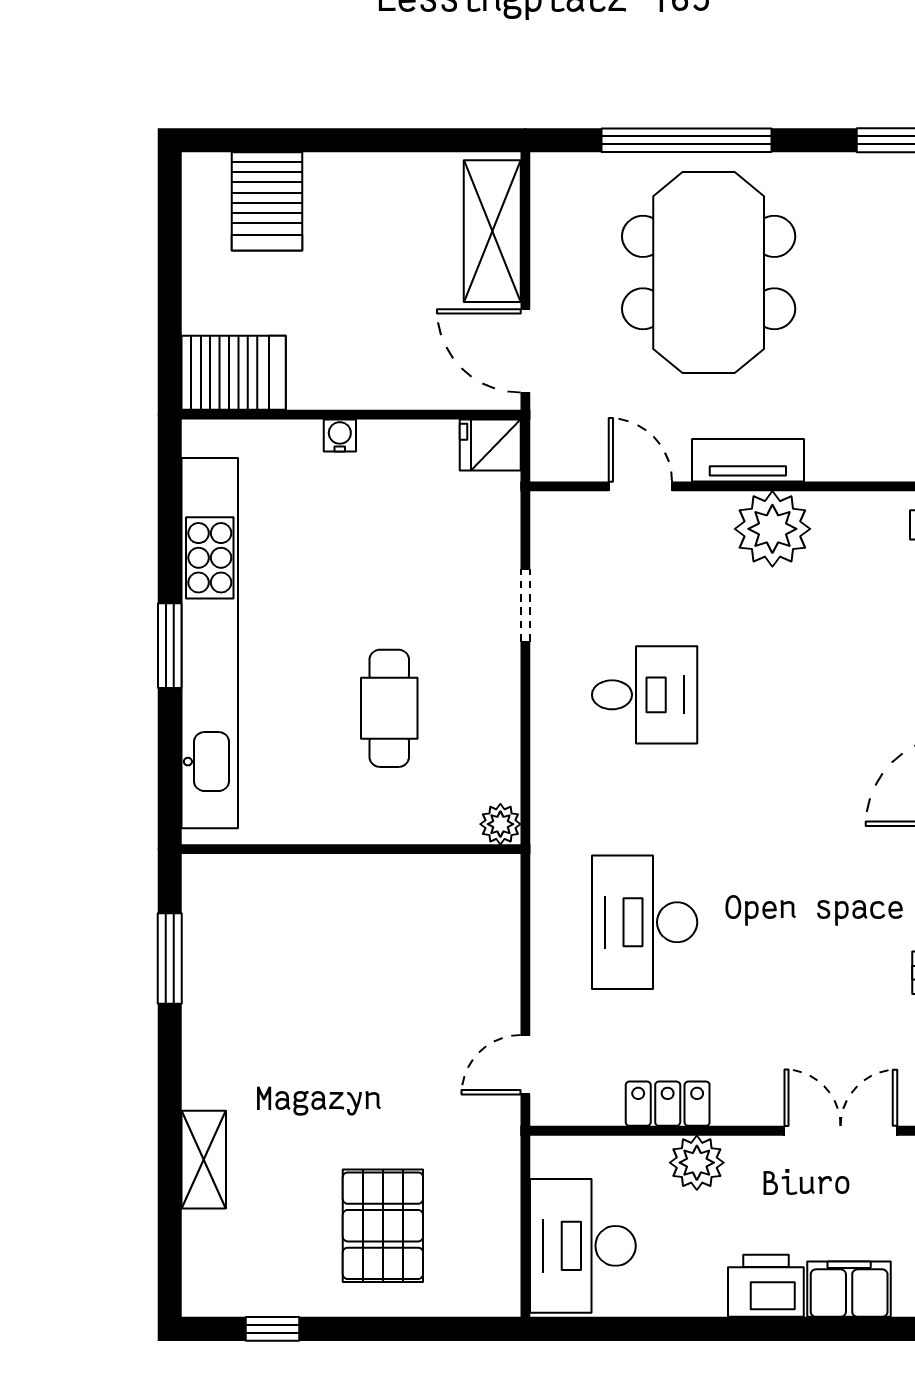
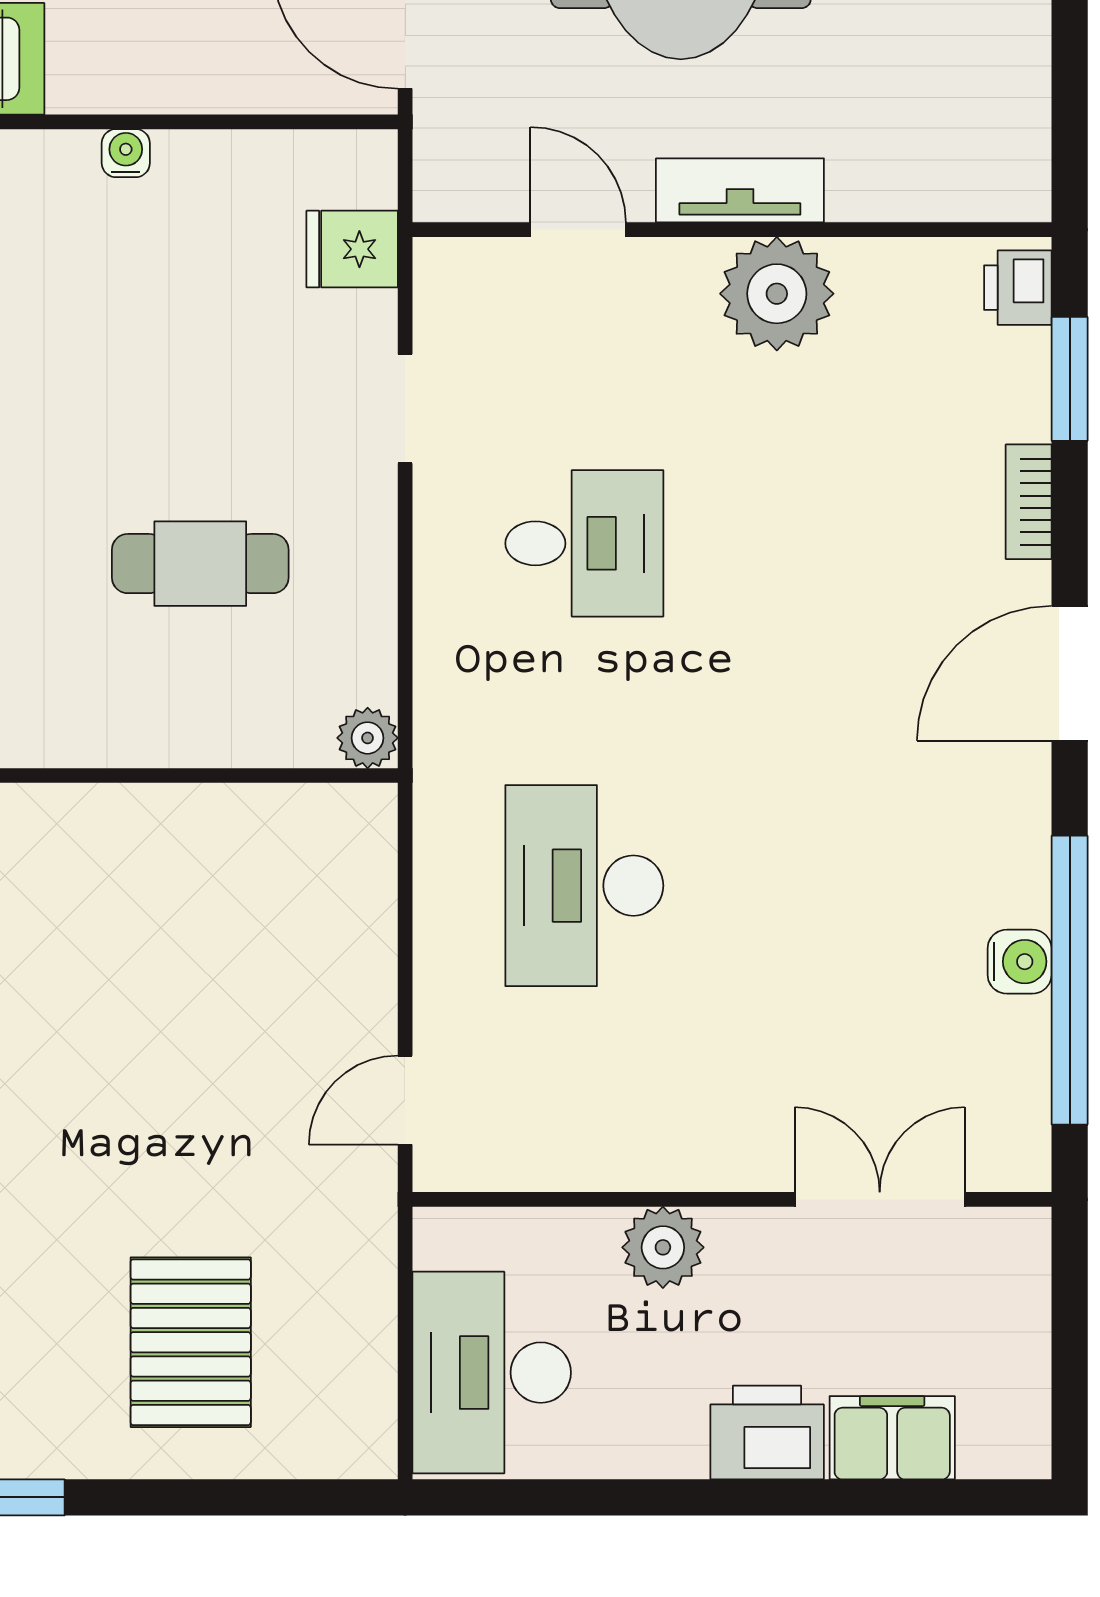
fridge: (490, 445) -> (352, 249), moved
cafe table: (389, 708) -> (200, 564), turned 90
locker: (668, 1104) -> (619, 1159), removed

